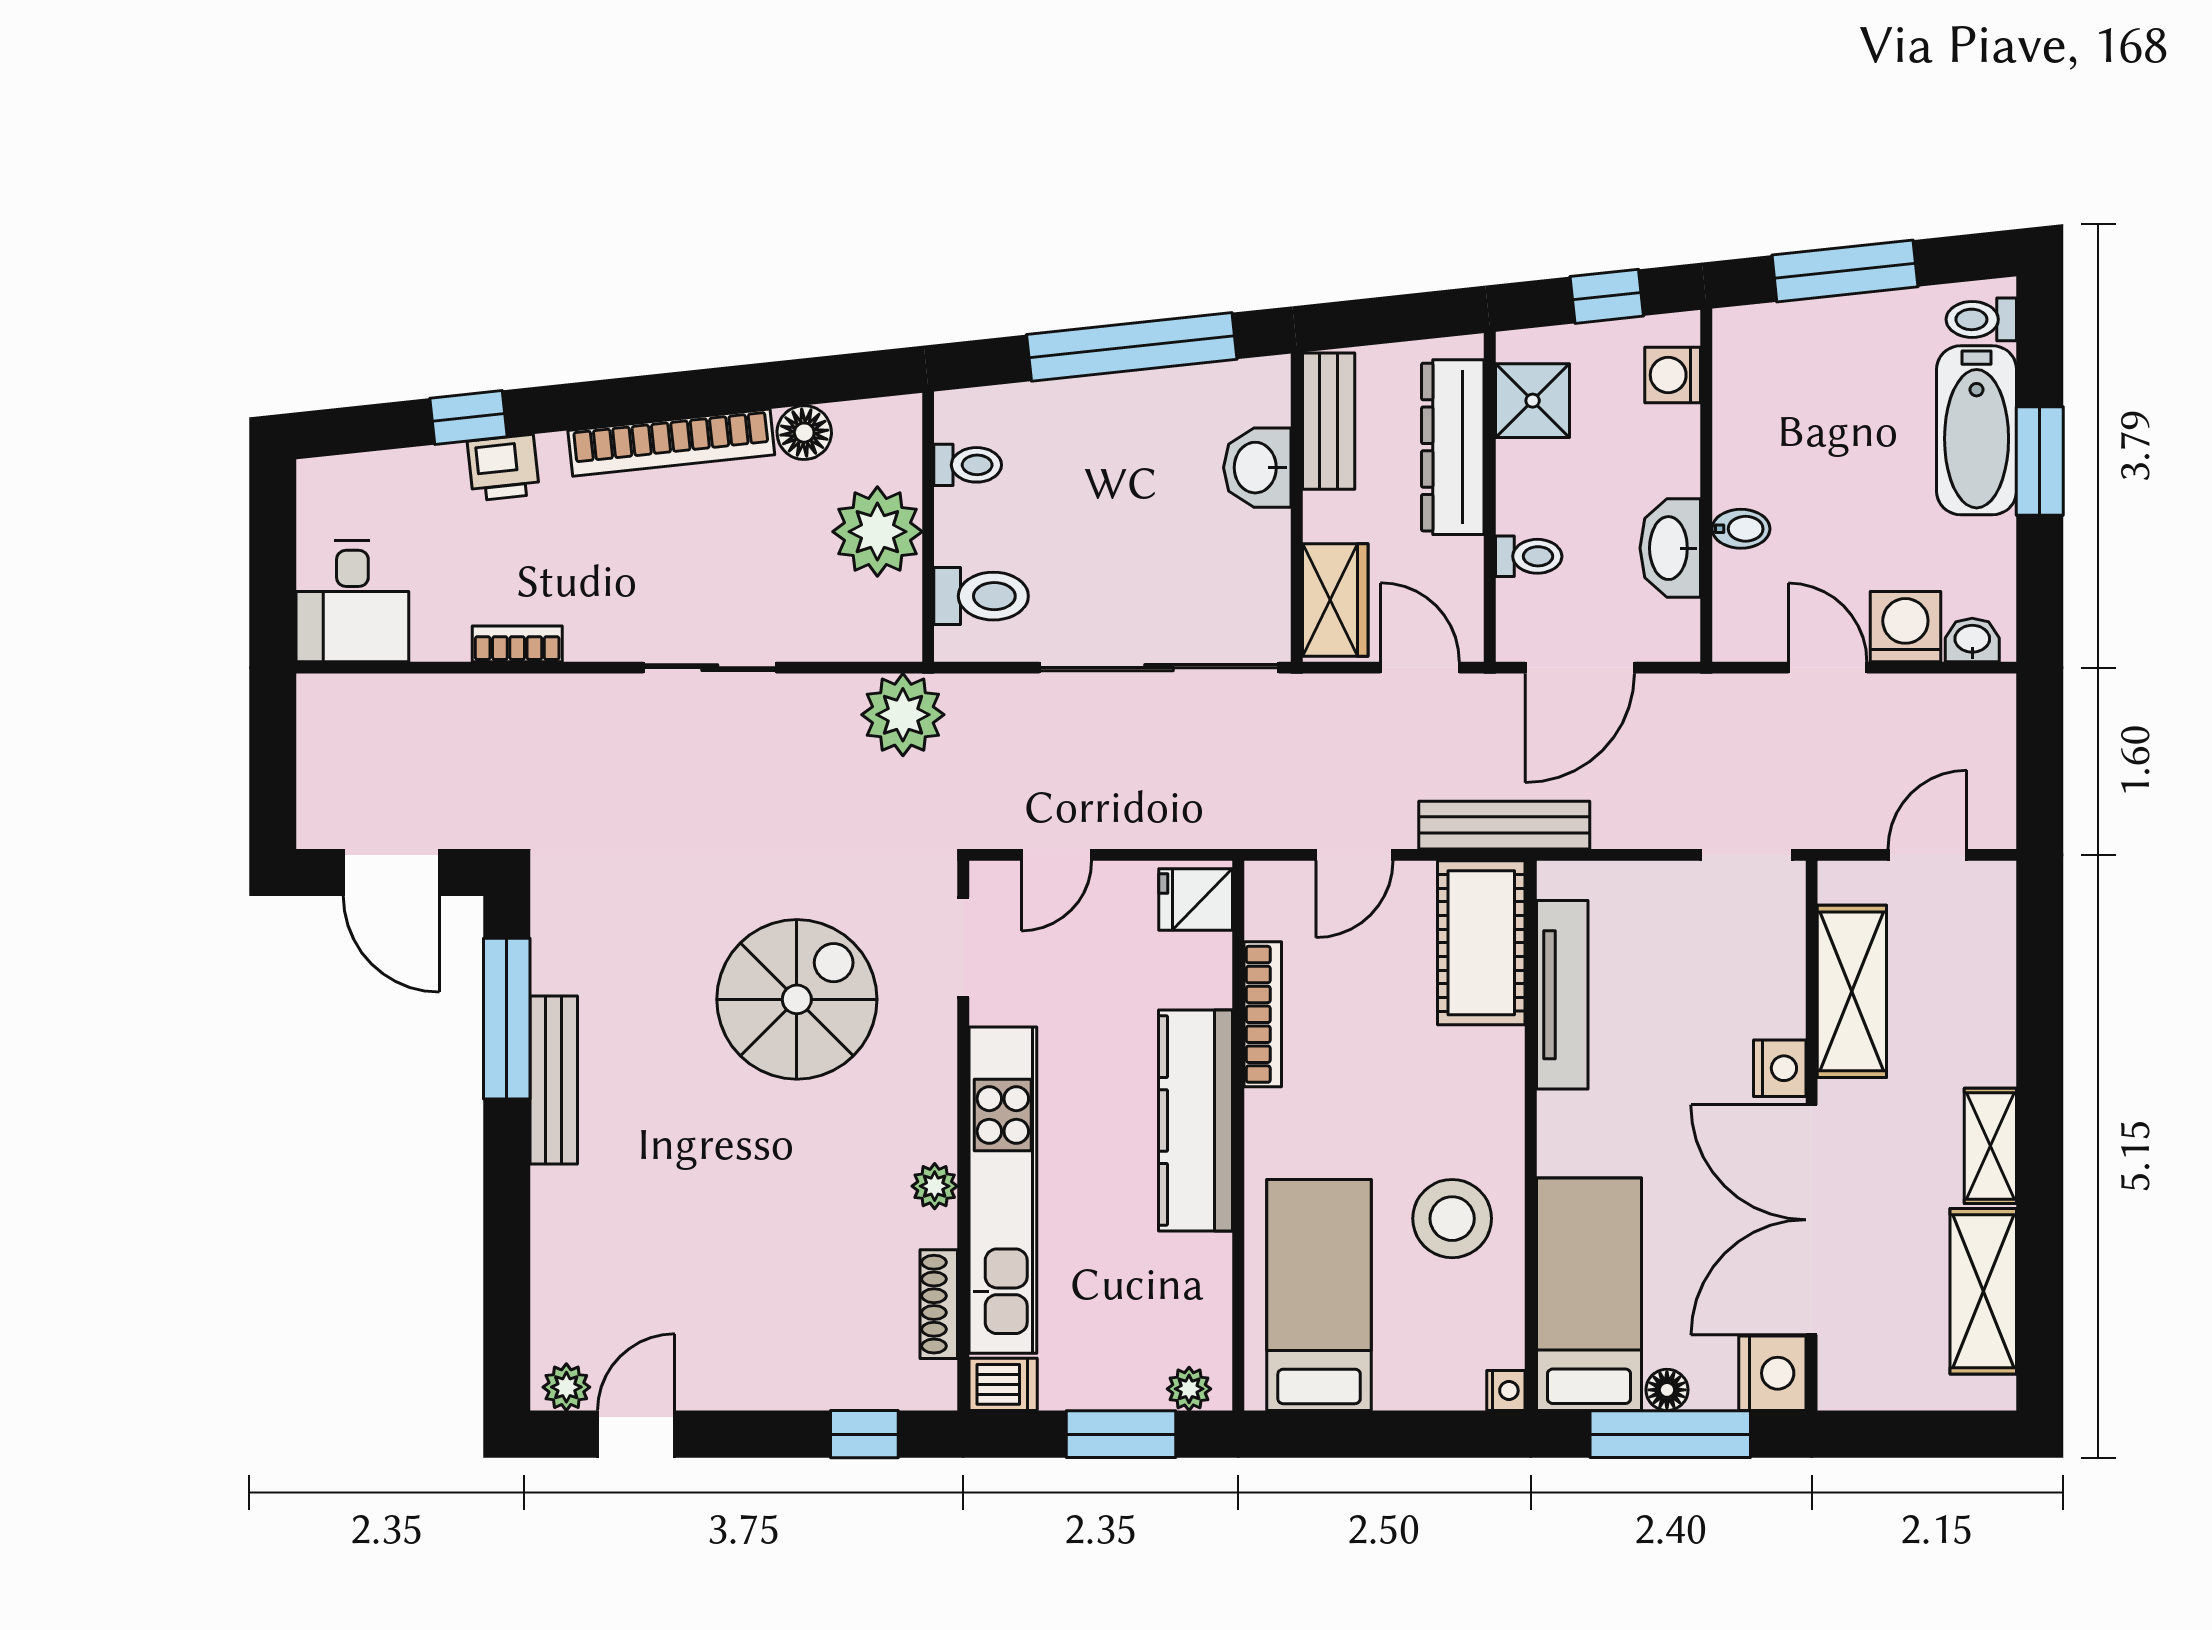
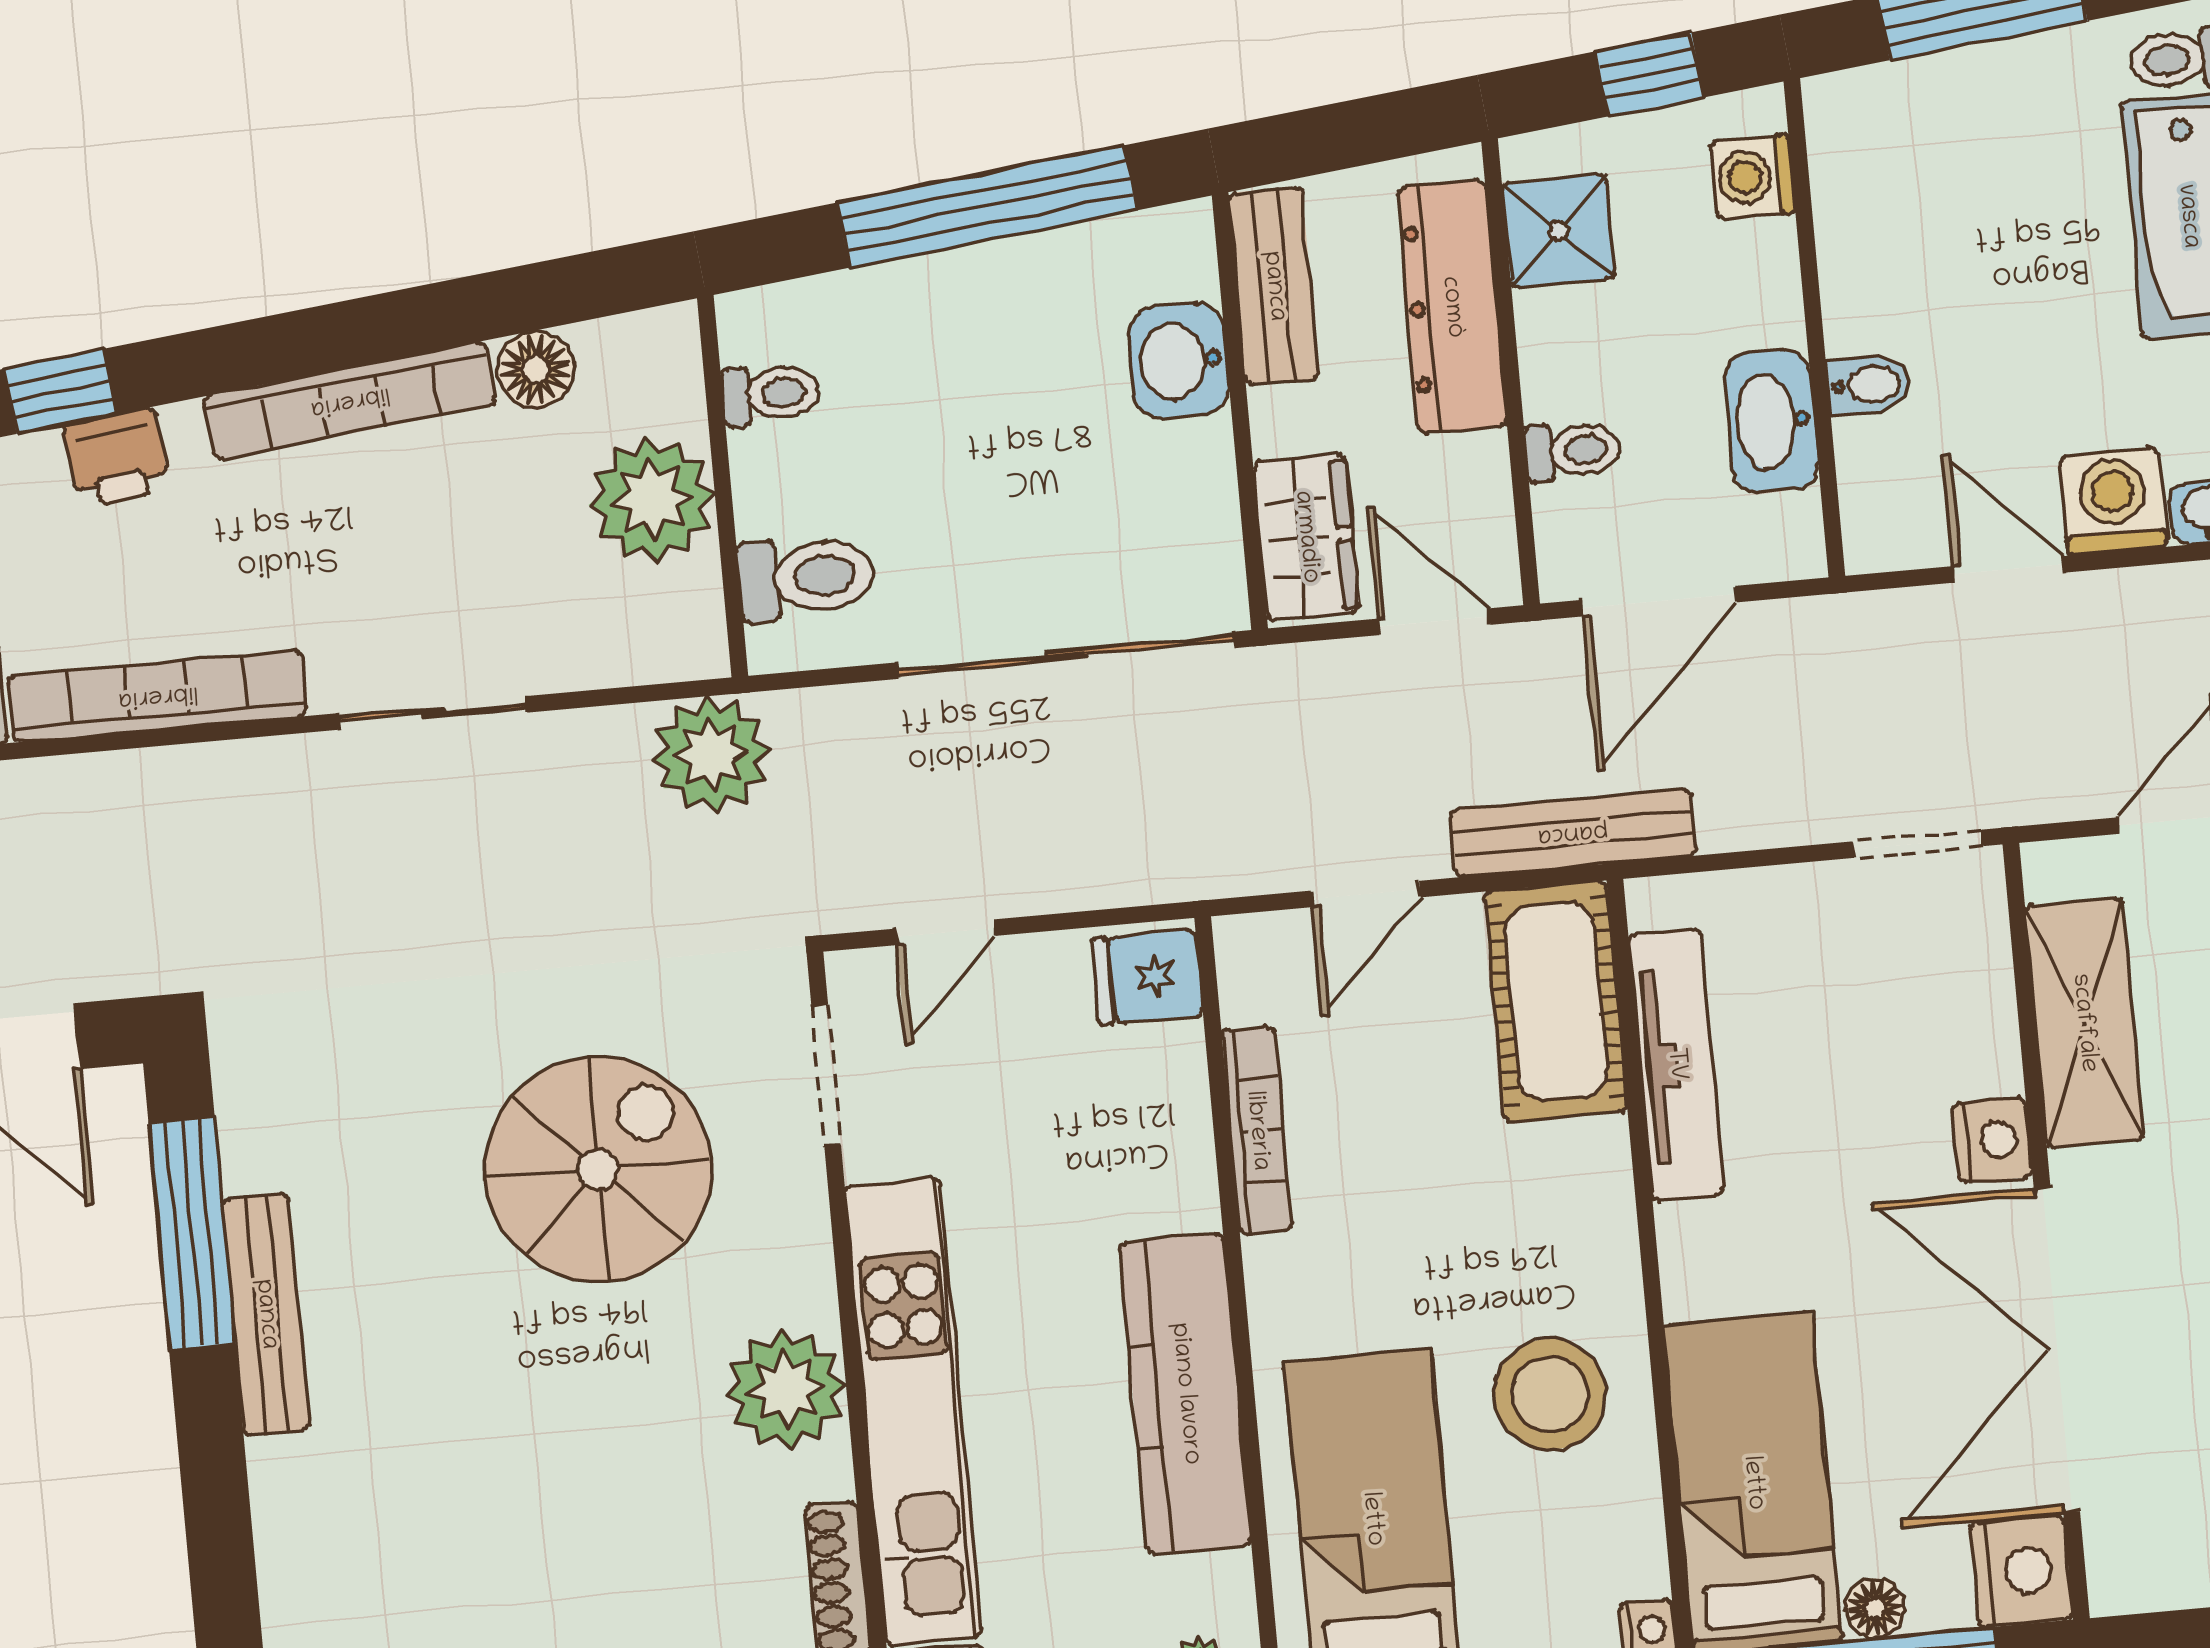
bookcase: (517, 644) -> (158, 696), width x2.31, depth x1.31
kitchen counter: (1195, 1121) -> (1185, 1394), moved
plant: (935, 1186) -> (786, 1389), width x1.88, depth x1.88

